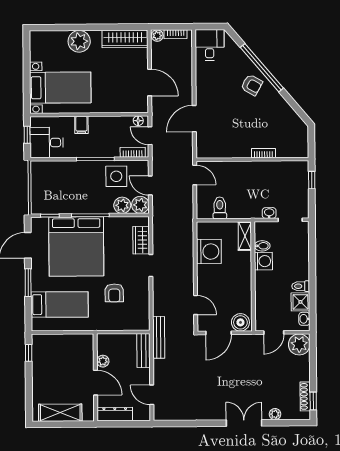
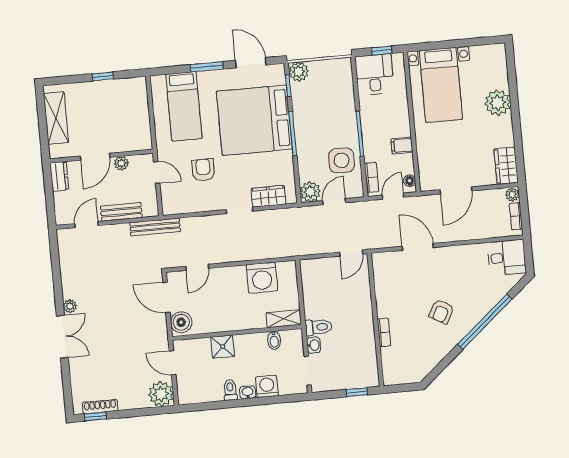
wardrobe: (125, 39) -> (506, 166), width x0.67
armchair: (252, 85) -> (441, 312), moved
filing cabinet: (81, 125) -> (402, 146), moved
plant: (122, 205) -> (299, 72), moved
toilet: (220, 208) -> (319, 327), moved
washing machine: (263, 261) -> (267, 386), moved, turned 180
armchair: (114, 293) -> (203, 170), turned 90
shower: (300, 302) -> (223, 347), moved
washbasin: (304, 319) -> (248, 392), moved
door: (113, 332) -> (157, 172), added
bench: (143, 350) -> (121, 212), moved
window: (29, 353) -> (103, 76), moved
dresser: (115, 414) -> (59, 176), width x0.70
plant: (275, 414) -> (70, 306), moved

